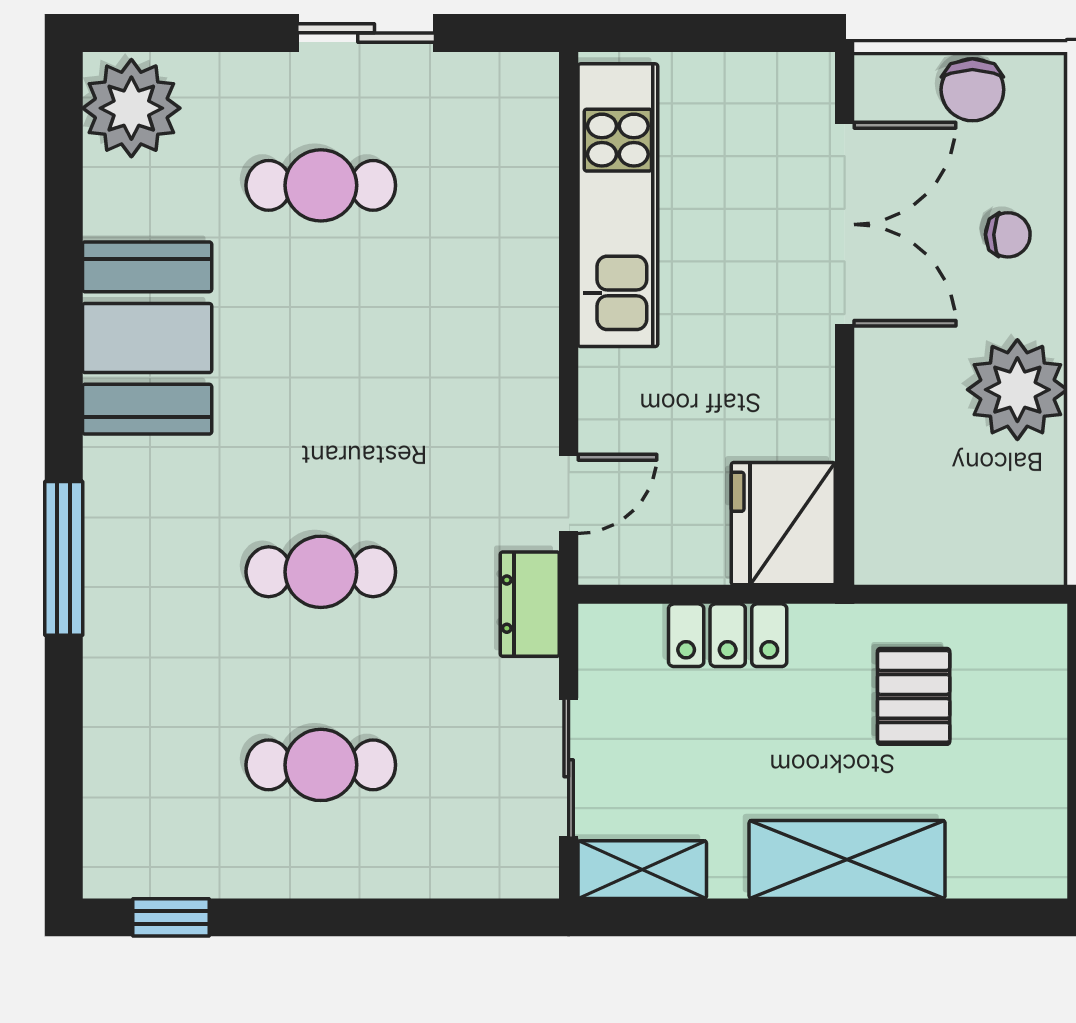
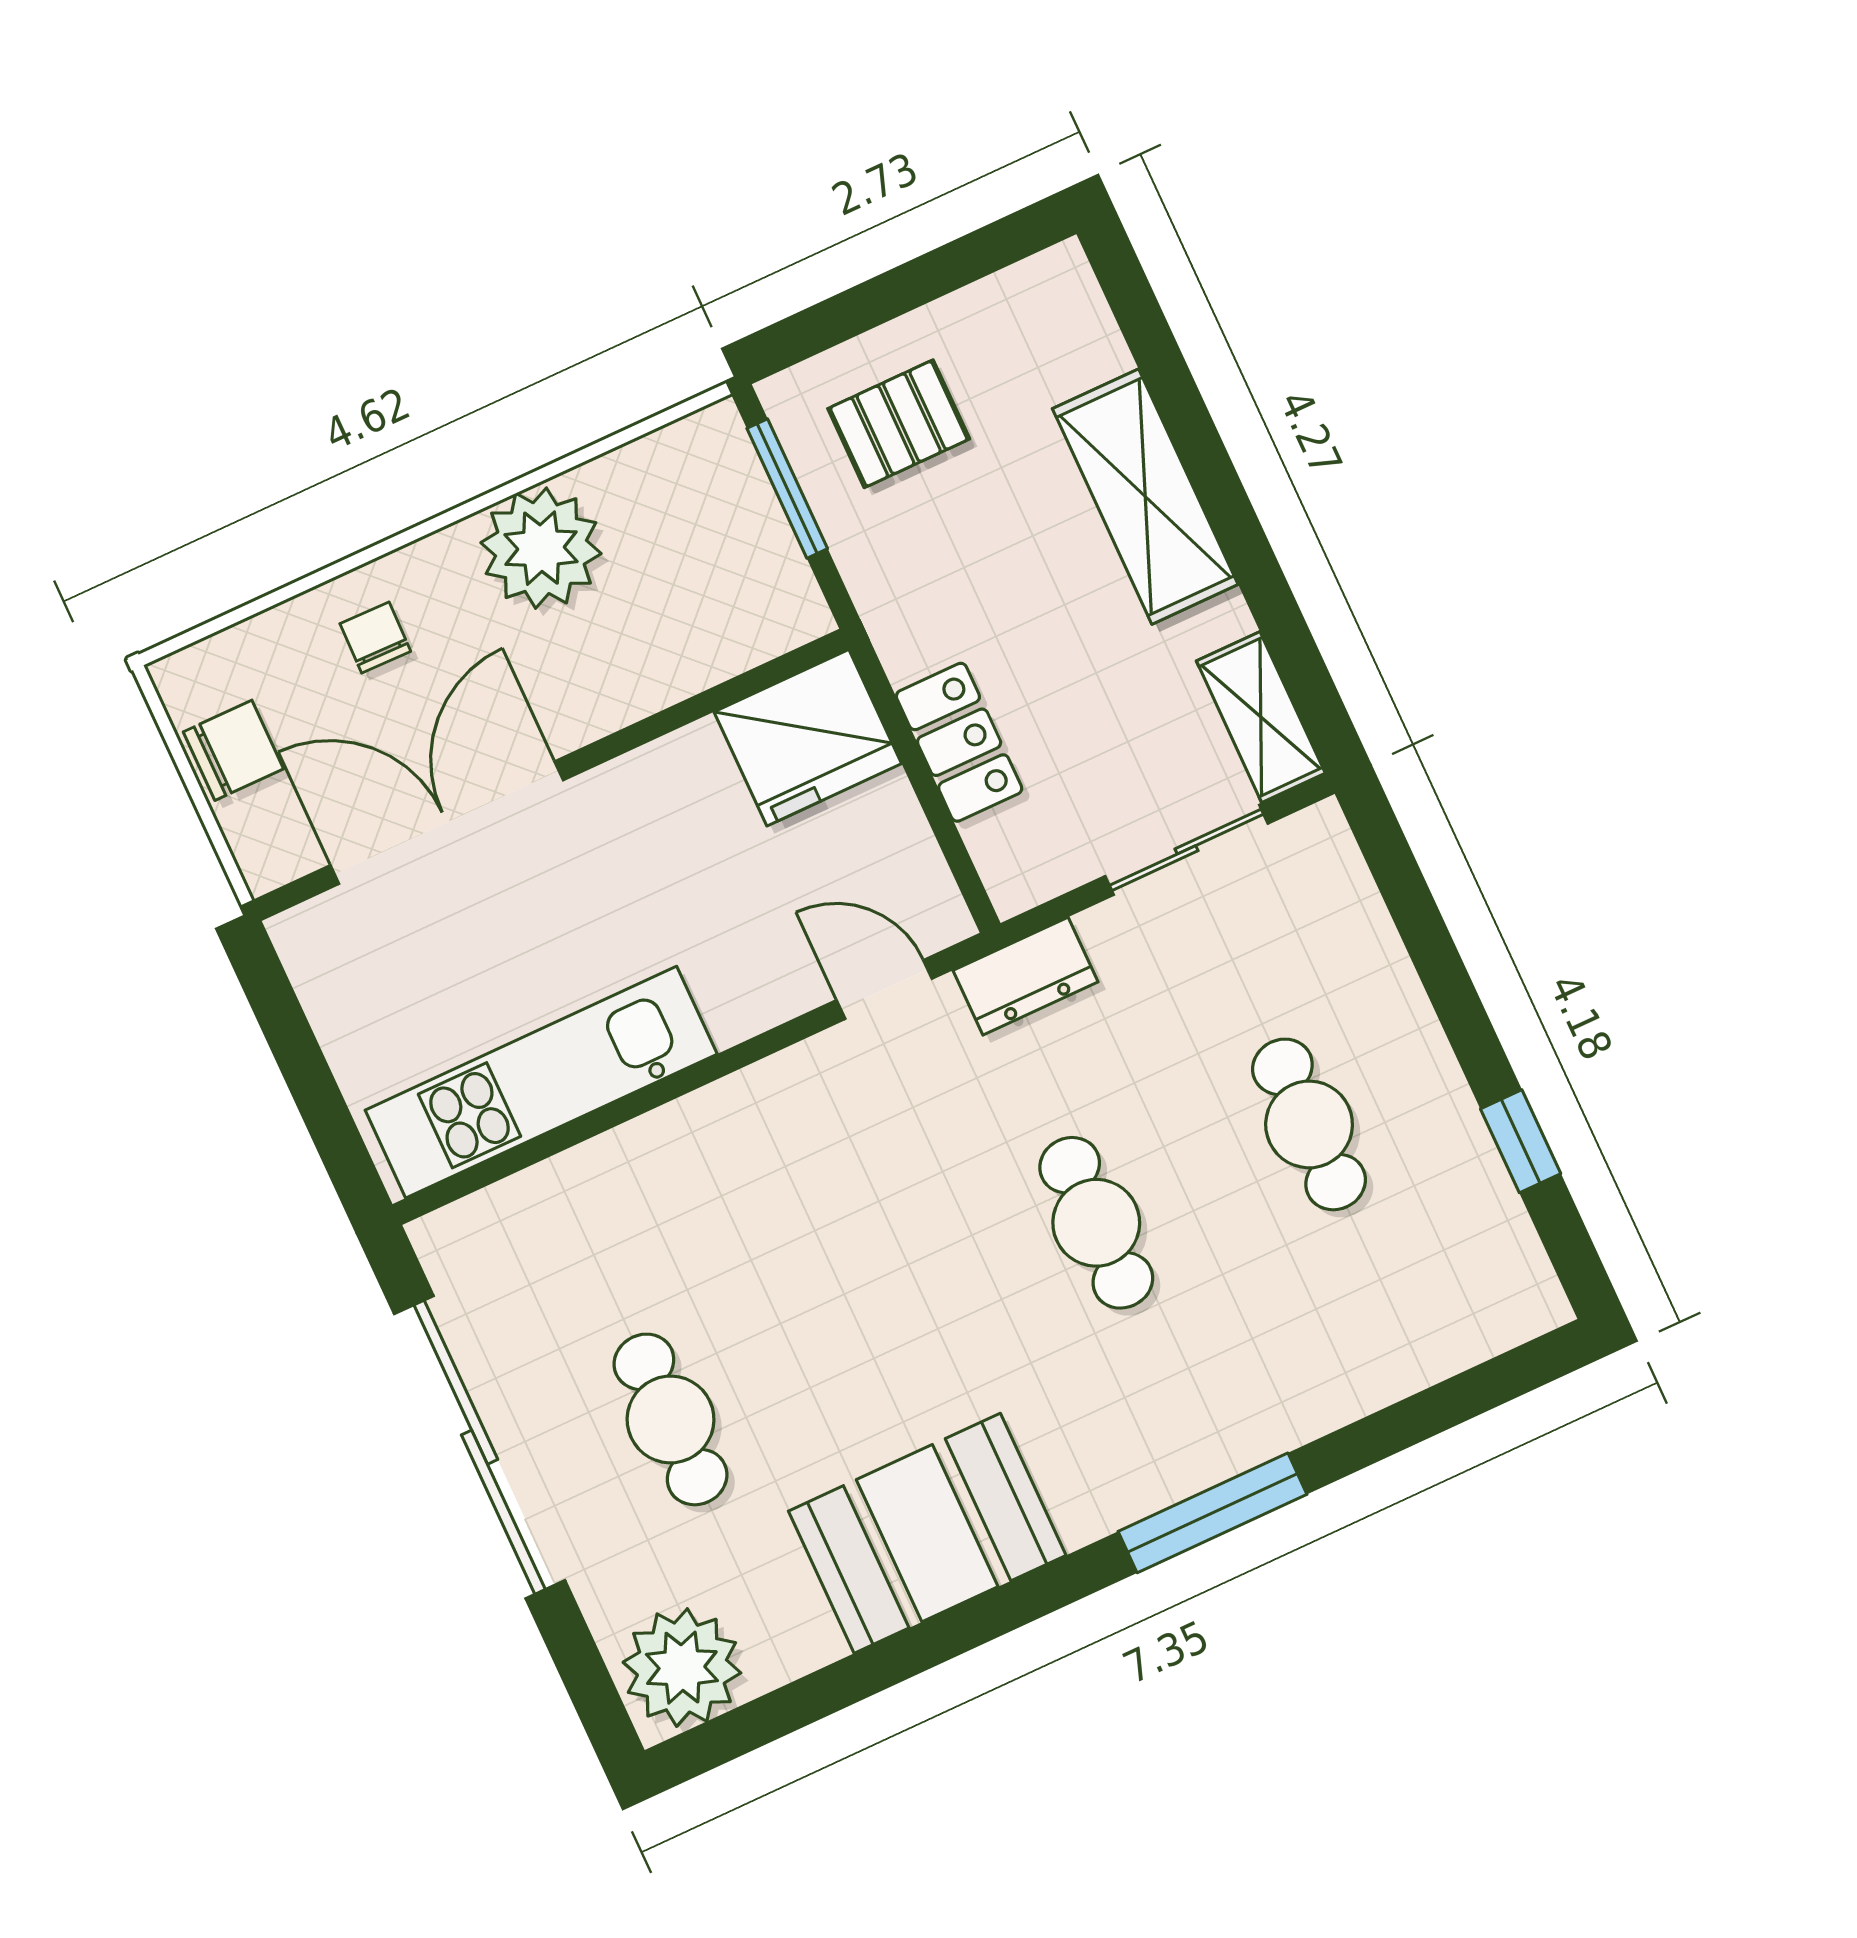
sliding door: (366, 33) -> (480, 1447), width x1.86
window: (977, 594) -> (787, 489), added
pallet: (914, 696) -> (899, 424), moved
window: (171, 917) -> (1521, 1141), moved

